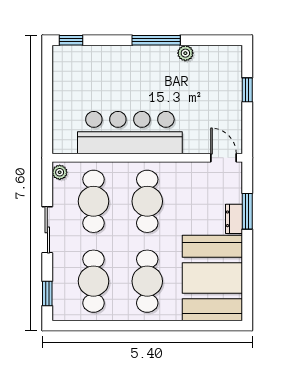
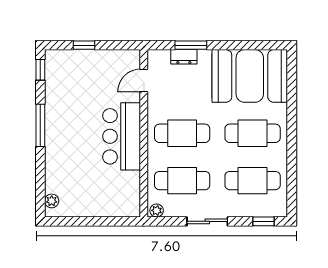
window: (71, 40) -> (40, 70), moved
plant: (185, 53) -> (52, 201), moved
bar counter: (130, 133) -> (122, 136), width x0.73
door: (223, 158) -> (144, 81), moved
dresser: (234, 219) -> (184, 57), moved

